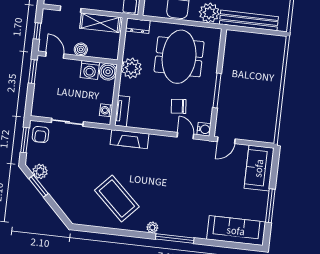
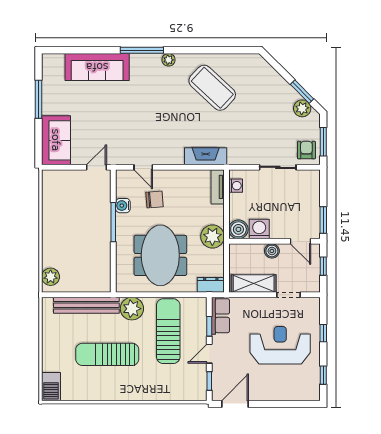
plant: (277, 49) -> (51, 277), added
water cooler: (204, 129) -> (123, 206), moved
sofa: (236, 231) -> (97, 67), moved

